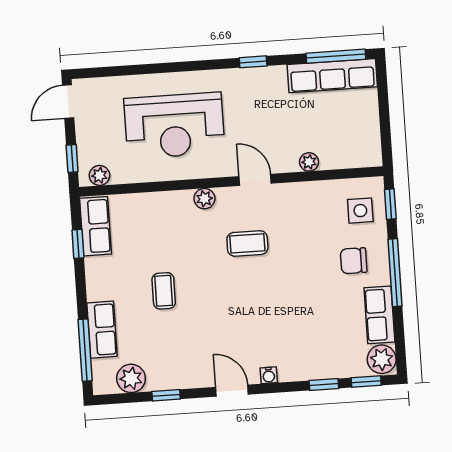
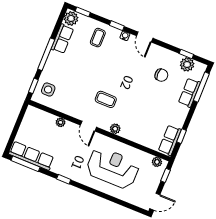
chair: (354, 261) -> (161, 75), moved
coffee table: (164, 291) -> (98, 38), moved
window: (324, 384) -> (117, 26), moved
window: (166, 395) -> (186, 54), moved

